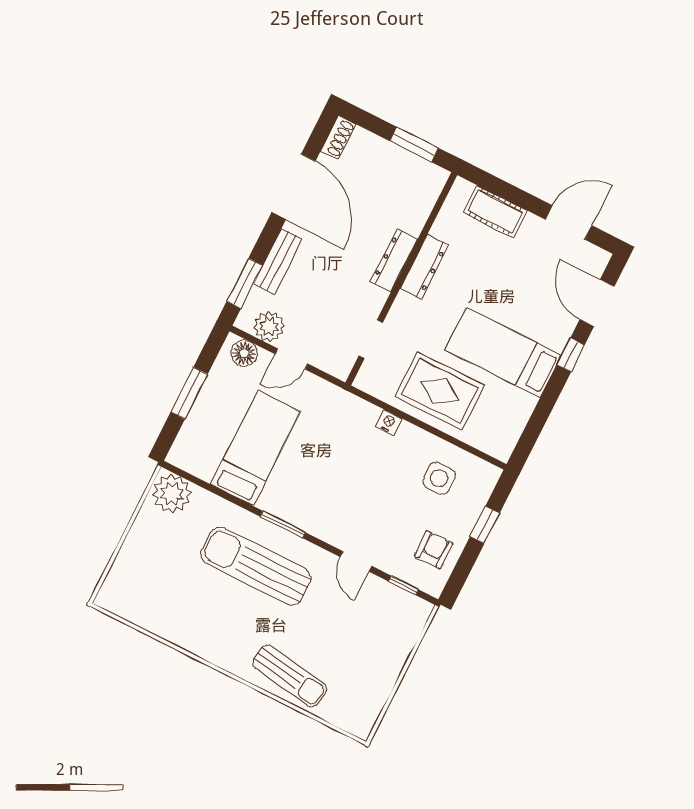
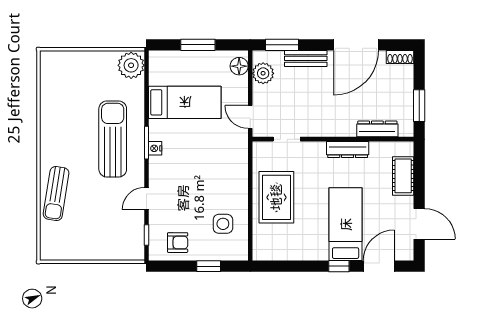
dresser: (394, 260) -> (377, 129), moved
bed: (503, 352) -> (346, 224), moved
door: (291, 359) -> (250, 117), moved
nightstand: (388, 422) -> (155, 148), moved, turned 180

